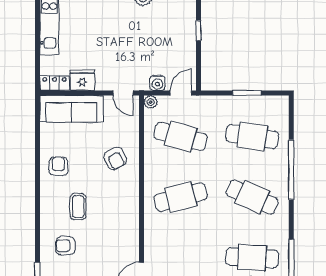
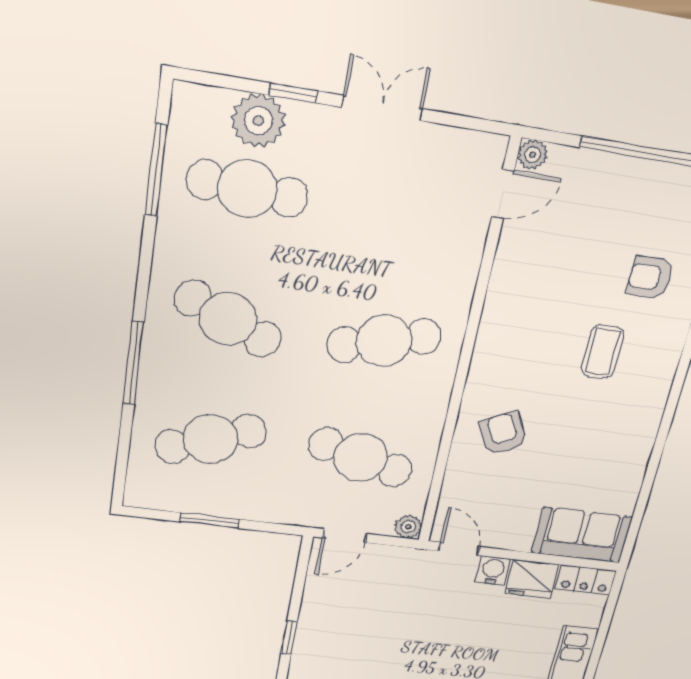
water cooler: (157, 83) -> (493, 570), moved
sofa: (71, 109) -> (582, 535), width x0.73
cafe table: (252, 136) -> (210, 439), turned -30
armchair: (58, 166) -> (620, 434), removed
window: (291, 170) -> (134, 363), width x0.68
armchair: (65, 246) -> (650, 277), turned 180

